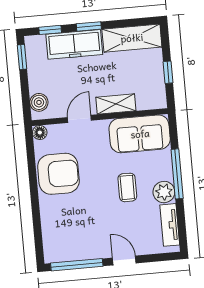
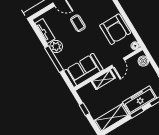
armchair: (58, 174) -> (115, 29), turned -90
coffee table: (127, 187) -> (78, 23), moved

